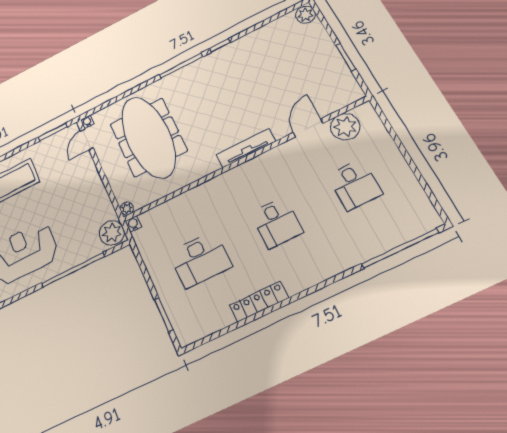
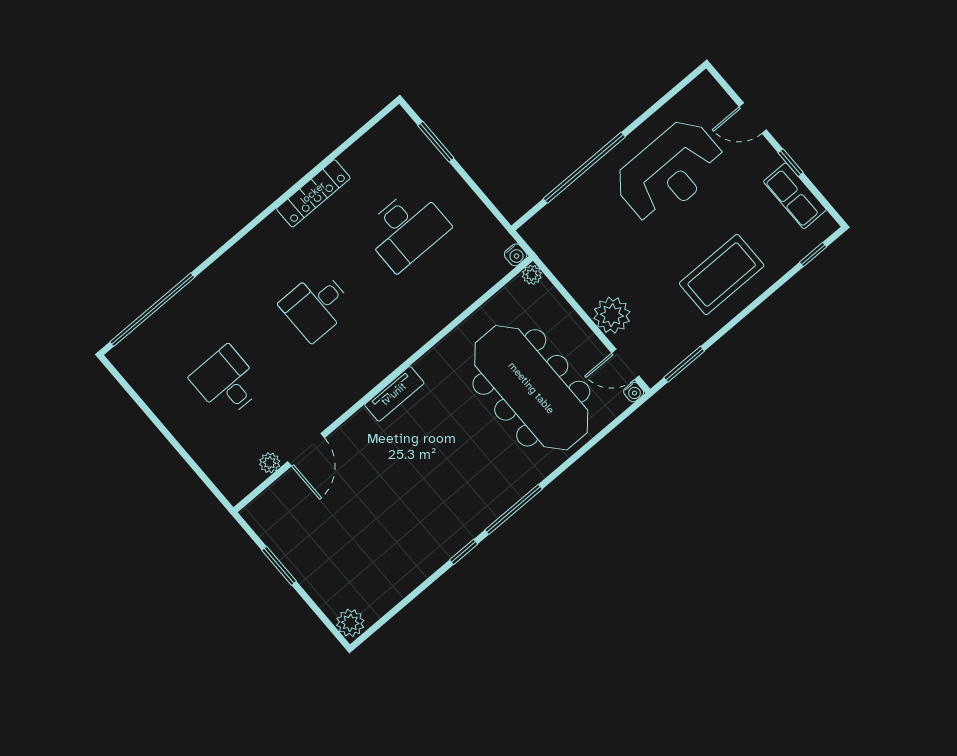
plant: (345, 127) -> (270, 463), width x0.53, depth x0.53
door: (87, 139) -> (625, 364), swing flipped
tv unit: (246, 148) -> (394, 394), width x0.71
desk: (277, 223) -> (316, 305), turned -90
plant: (112, 233) -> (612, 315), moved
desk: (200, 260) -> (406, 229), turned 180

